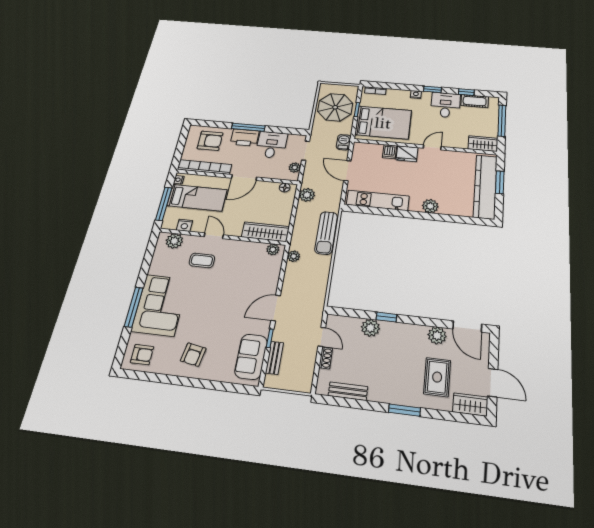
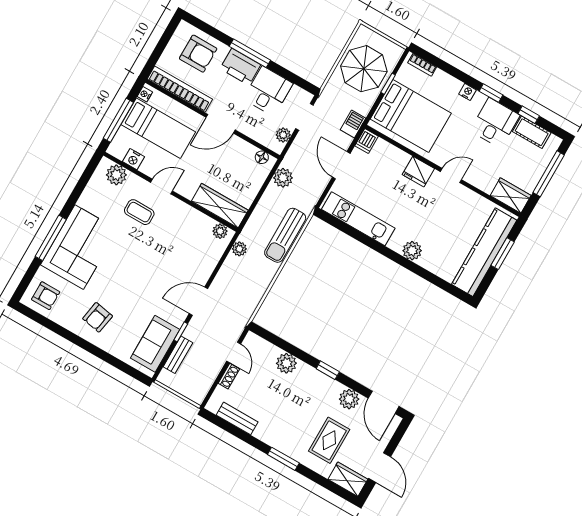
dishwasher: (390, 152) -> (367, 141), moved
door: (214, 236) -> (162, 187), hinge flipped
window: (386, 317) -> (328, 370), moved

